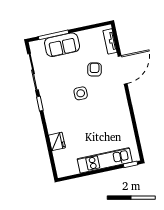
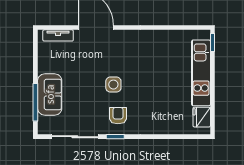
armchair: (95, 69) -> (118, 116), moved, turned 77
fridge: (57, 141) -> (202, 117), moved, turned -90

